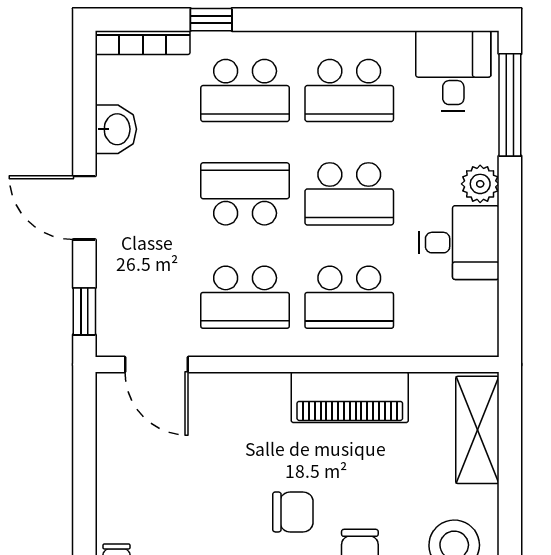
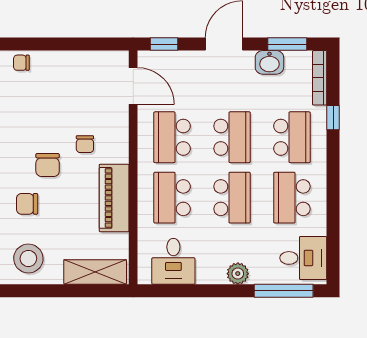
school desk: (245, 90) -> (292, 137), turned 180
window: (84, 99) -> (287, 44), added
school desk: (349, 194) -> (232, 198), turned 180
desk: (459, 243) -> (173, 261), moved
door: (157, 364) -> (133, 86), swing flipped
chair: (257, 448) -> (85, 144), added

